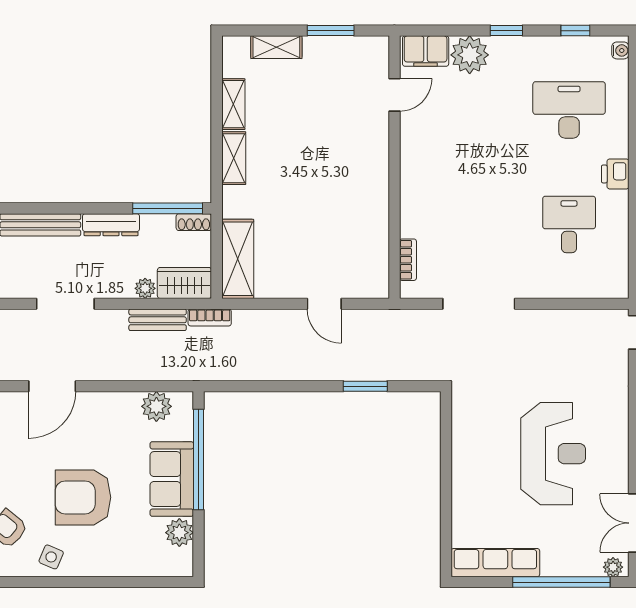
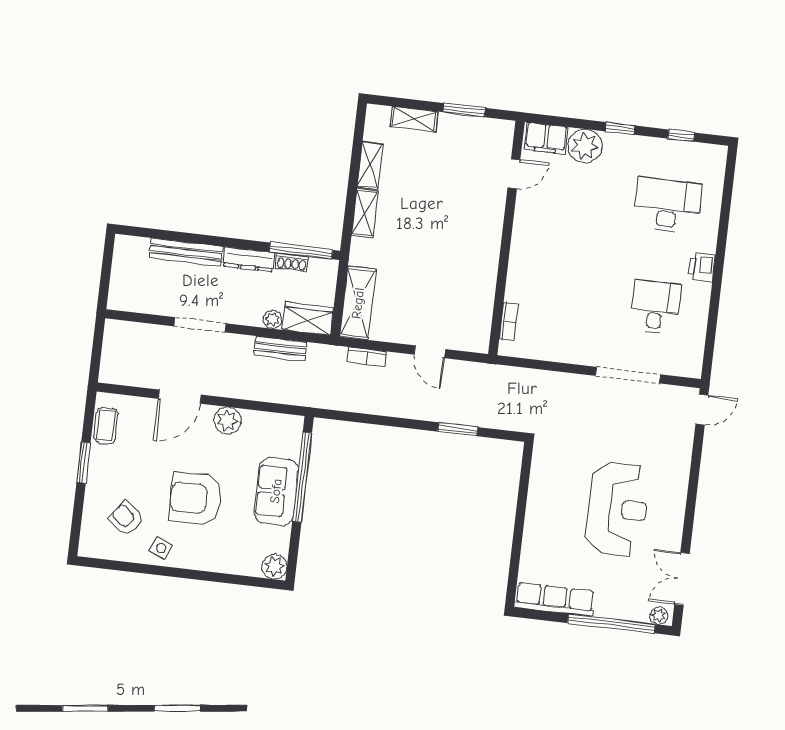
water cooler: (620, 50) -> (719, 158), removed
shoe rack: (194, 222) -> (292, 262), moved
doorway: (479, 304) -> (628, 375), moved
bookcase: (210, 317) -> (366, 357), moved
plant: (156, 406) -> (227, 420), moved
plant: (179, 533) -> (274, 567), moved

